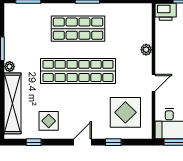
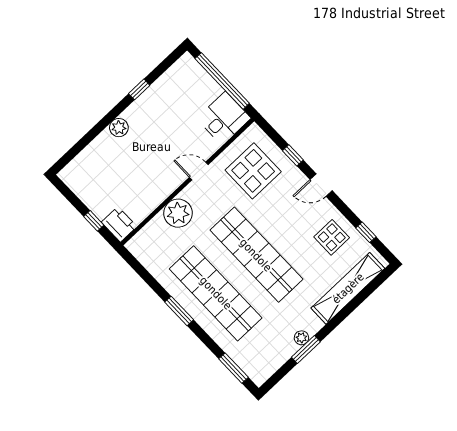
shop shelf: (78, 29) -> (216, 293), width x1.40
plant: (146, 50) -> (178, 213), width x1.88, depth x1.88
plant: (10, 66) -> (301, 338), moved

